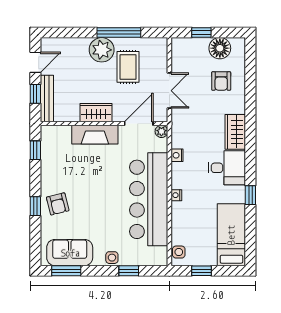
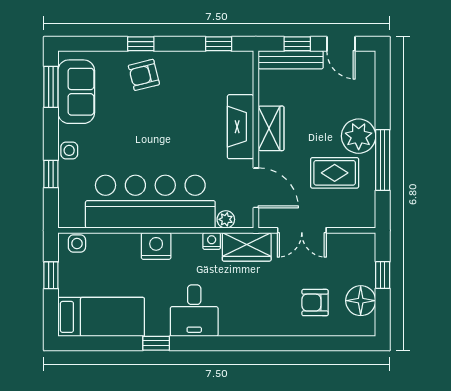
plant: (161, 131) -> (226, 219), moved
wardrobe: (235, 132) -> (247, 247), moved, turned 180
nightstand: (176, 195) -> (156, 246), width x1.89, depth x1.79

